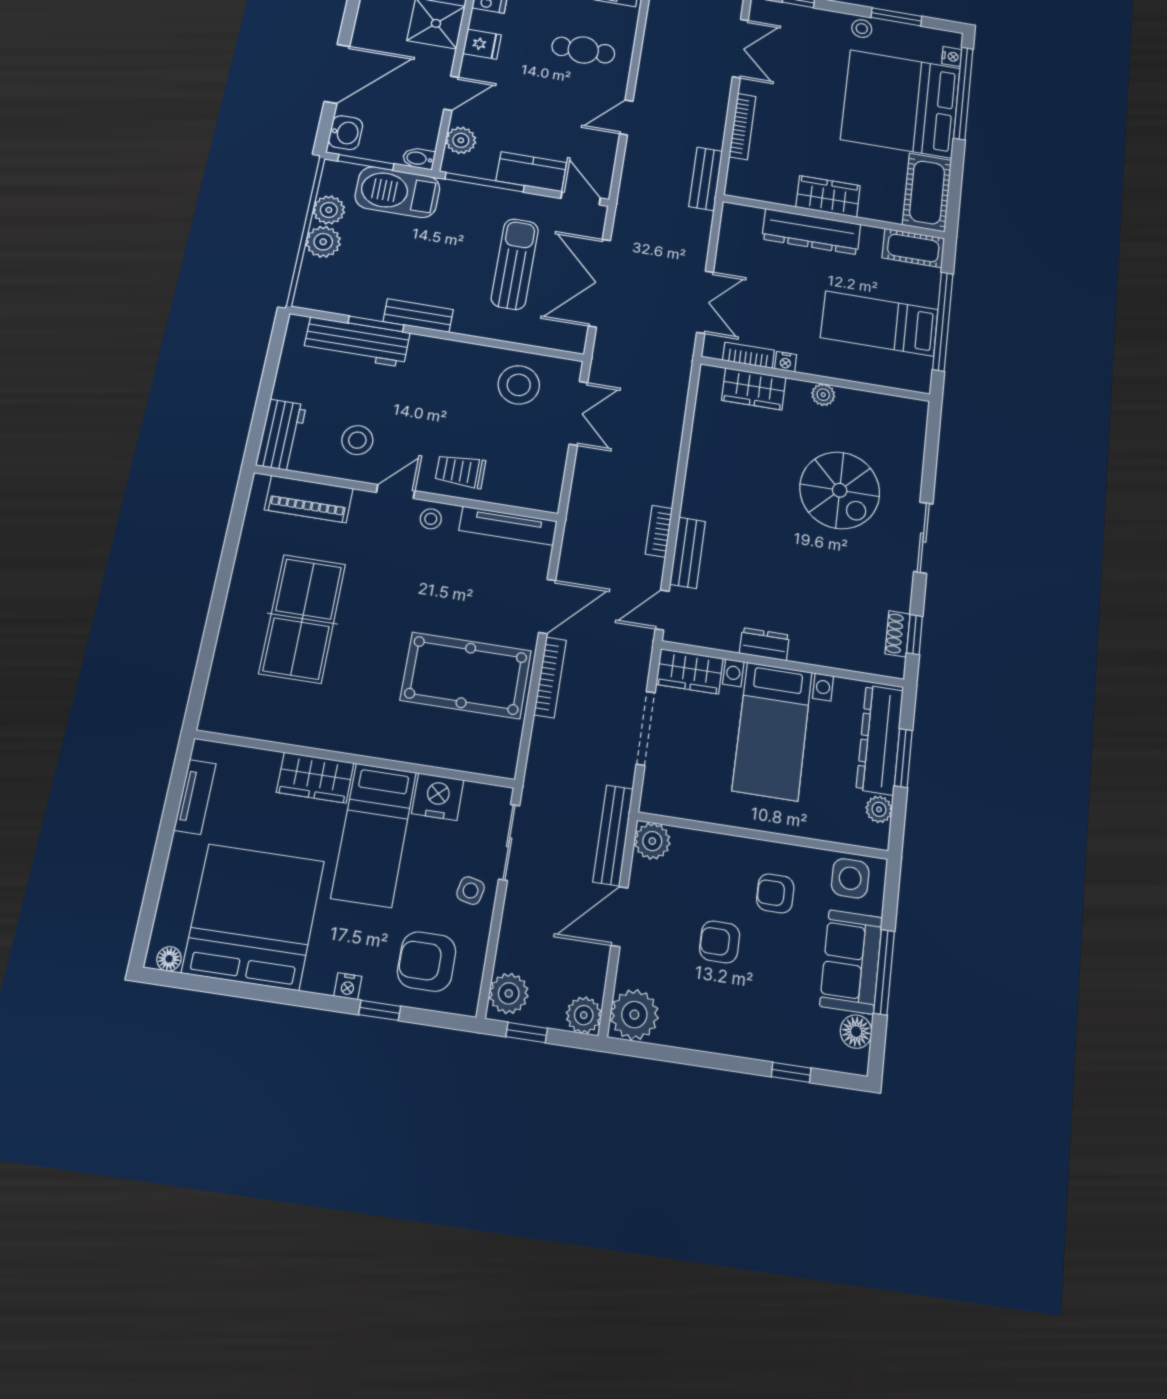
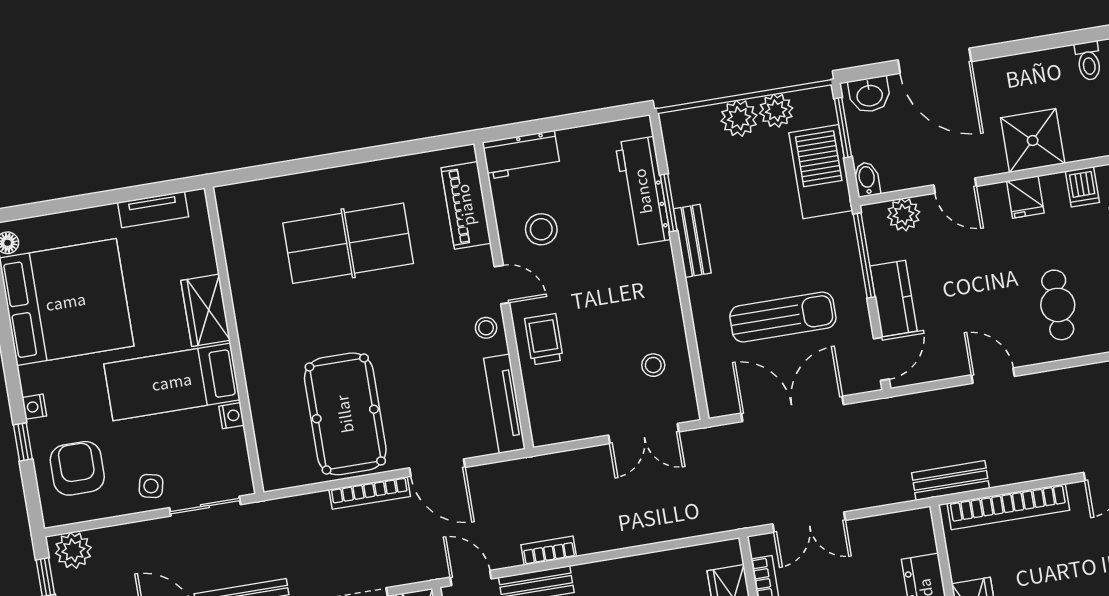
bookcase: (742, 126) -> (1008, 507), width x1.48, depth x1.31
stool: (519, 385) -> (653, 365), width x0.53, depth x0.53
nightstand: (438, 797) -> (232, 416), width x0.53, depth x0.56

